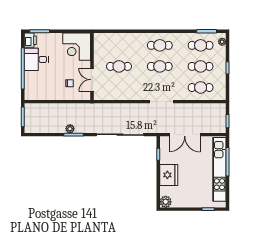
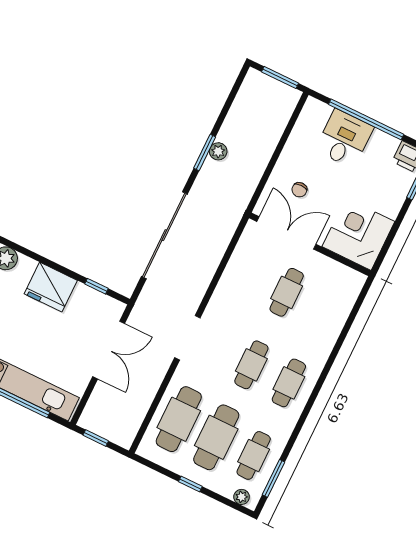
desk: (36, 59) -> (344, 139), moved
cafe table: (201, 66) -> (216, 437), width x1.37, depth x1.35
double door: (92, 80) -> (286, 233), width x1.37
cafe table: (201, 87) -> (179, 419), width x1.37, depth x1.35
double door: (185, 135) -> (109, 350), swing flipped

